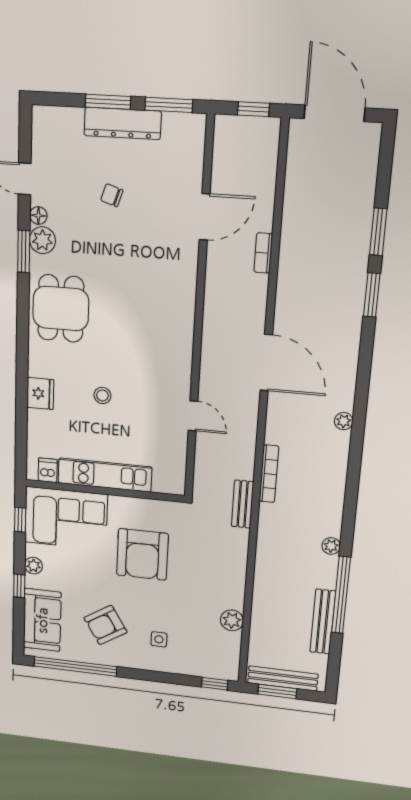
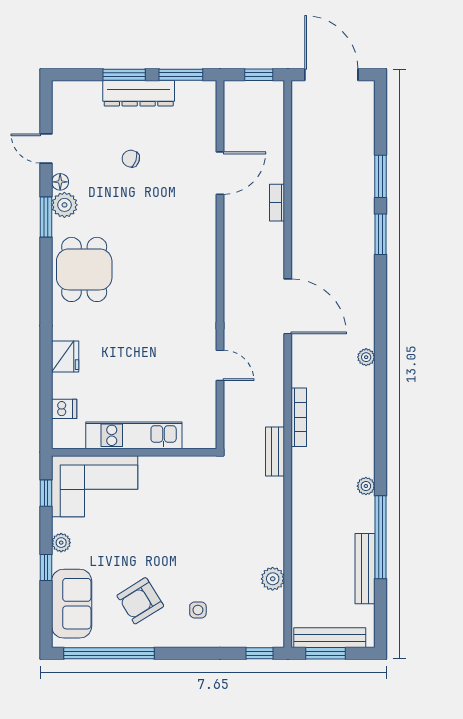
stool: (102, 395) -> (129, 353), removed
dishwasher: (48, 470) -> (64, 409), moved, turned 90
armchair: (142, 554) -> (176, 517), removed

